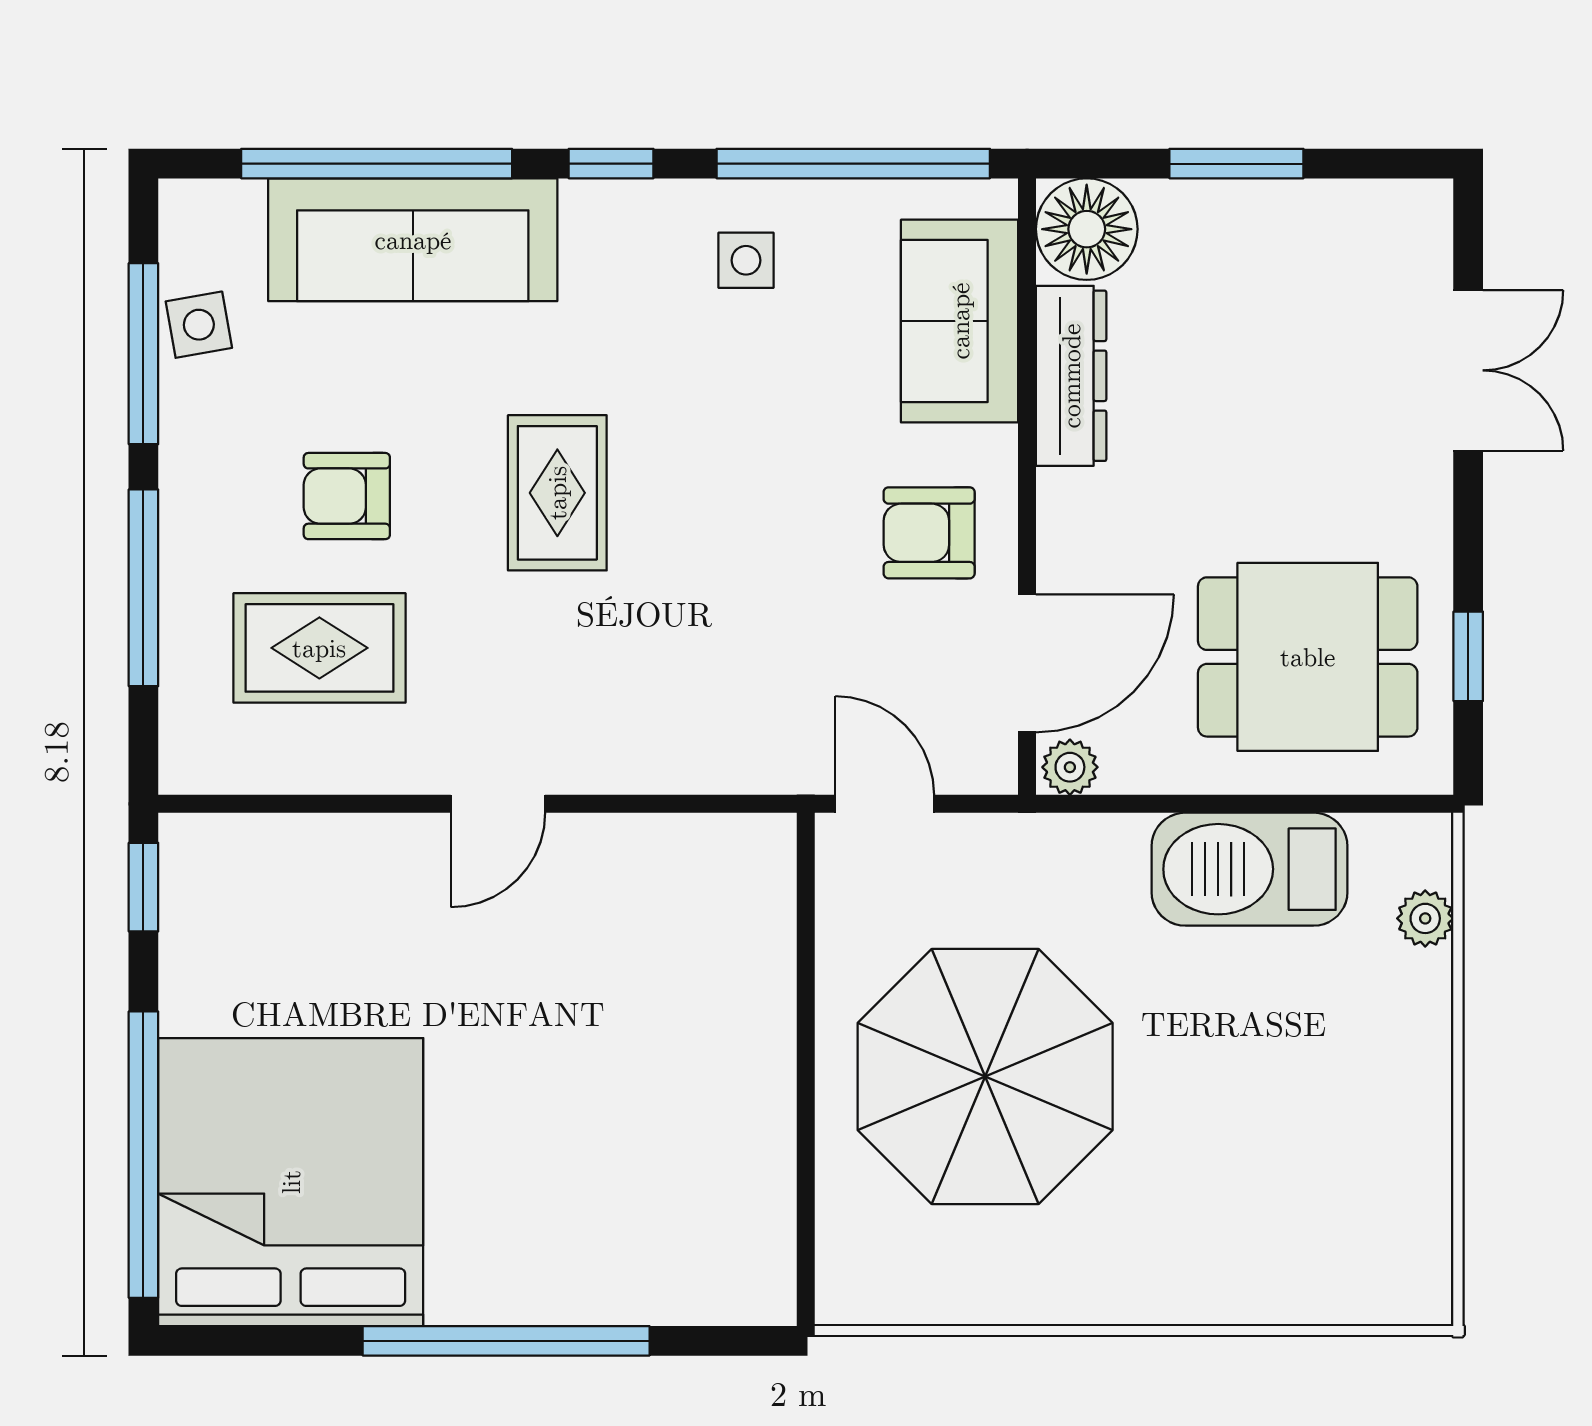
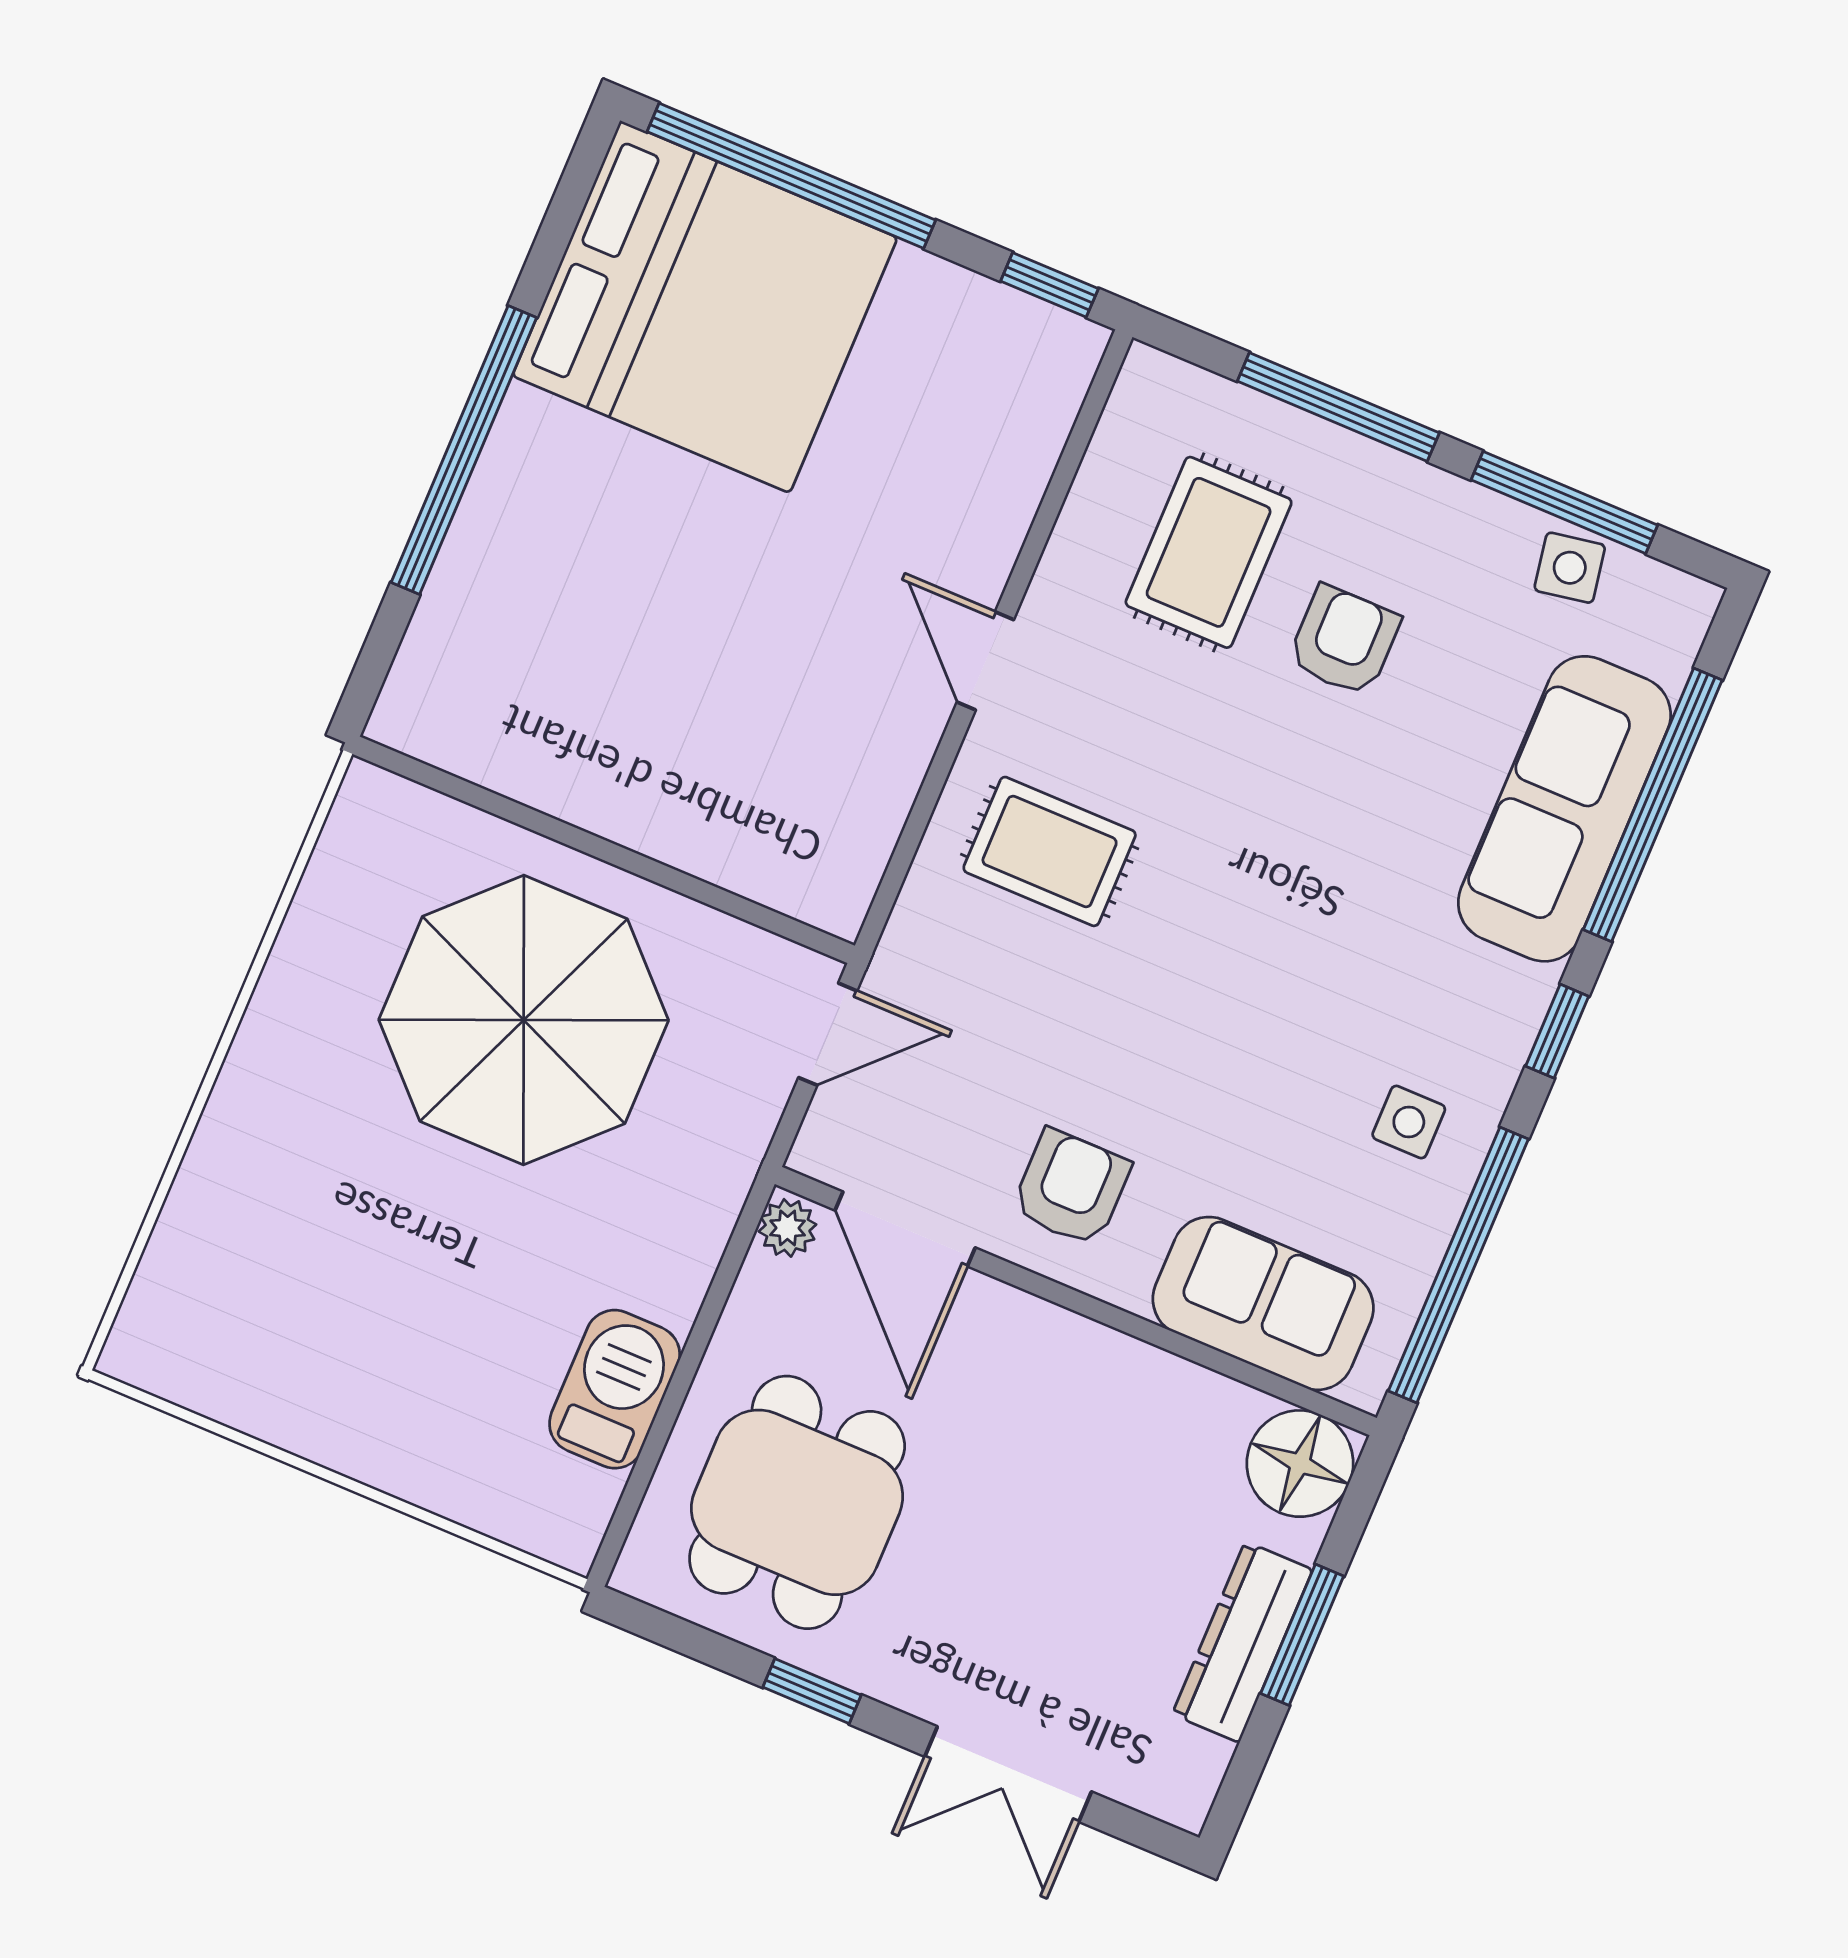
dresser: (1071, 376) -> (1242, 1642), moved, turned 90
rug: (557, 493) -> (1050, 851), moved
window: (1468, 656) -> (812, 1691), moved
barbecue: (1249, 869) -> (615, 1389), width x0.73, depth x0.83
plant: (1425, 918) -> (497, 1509), removed

